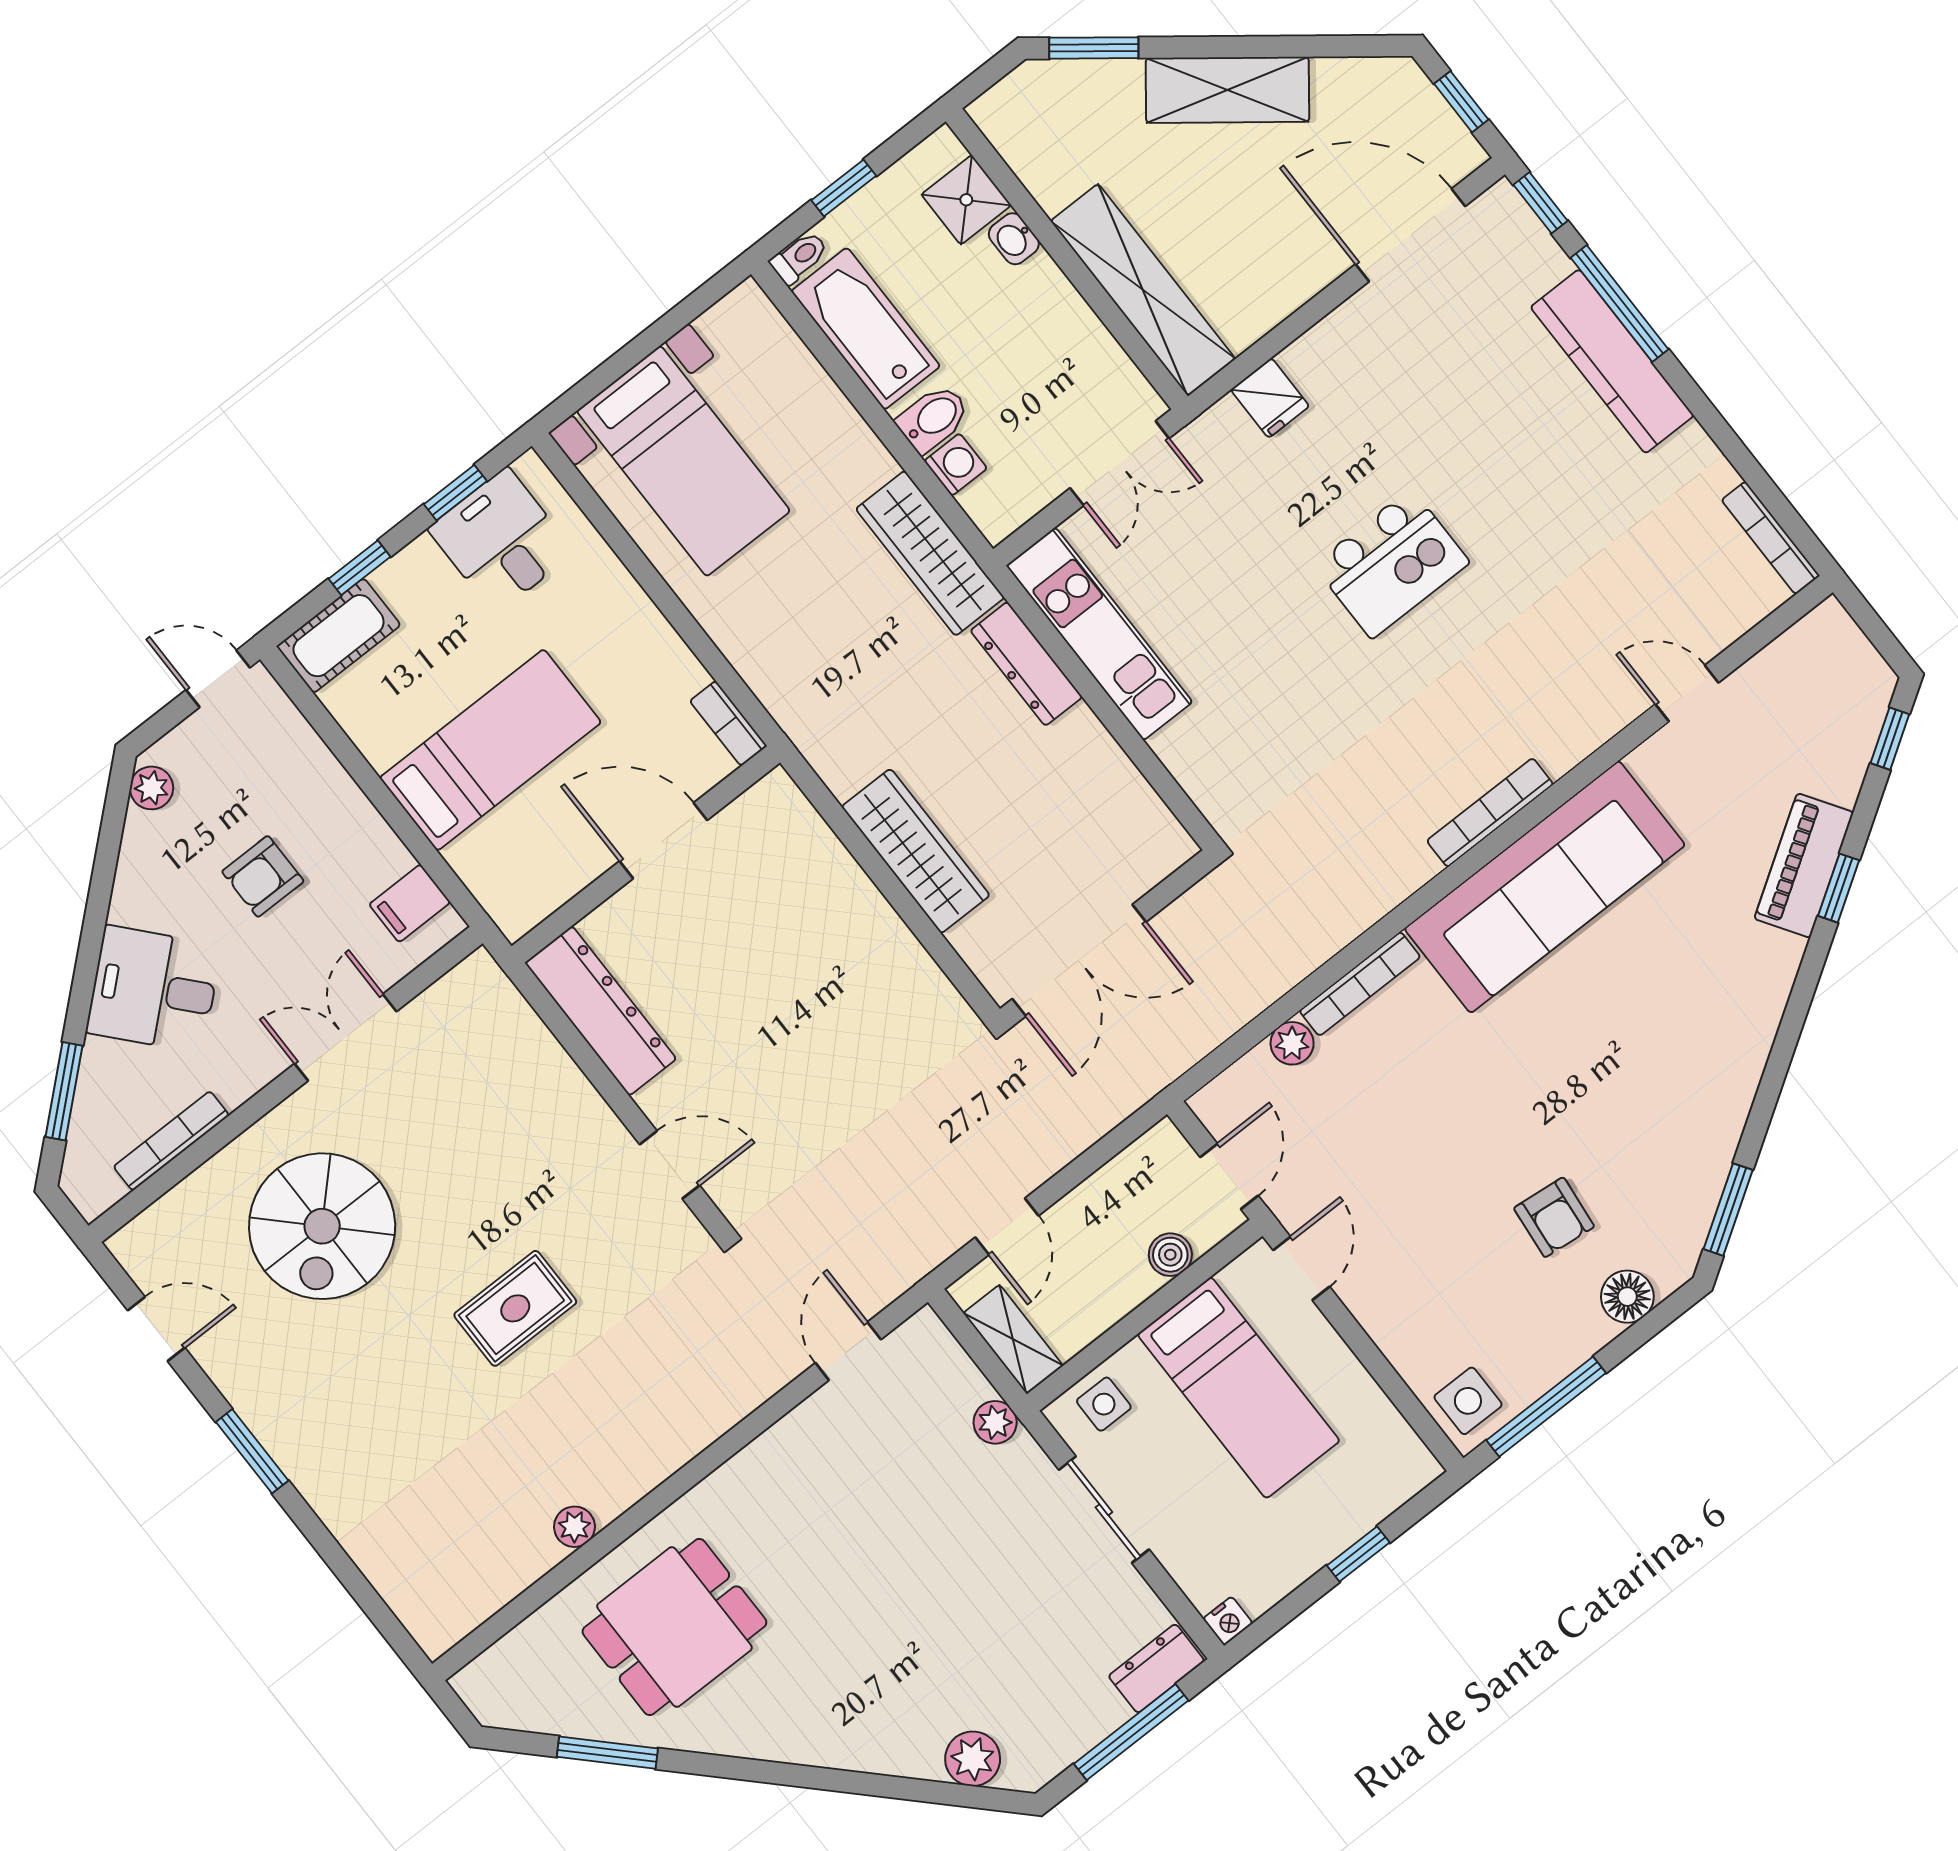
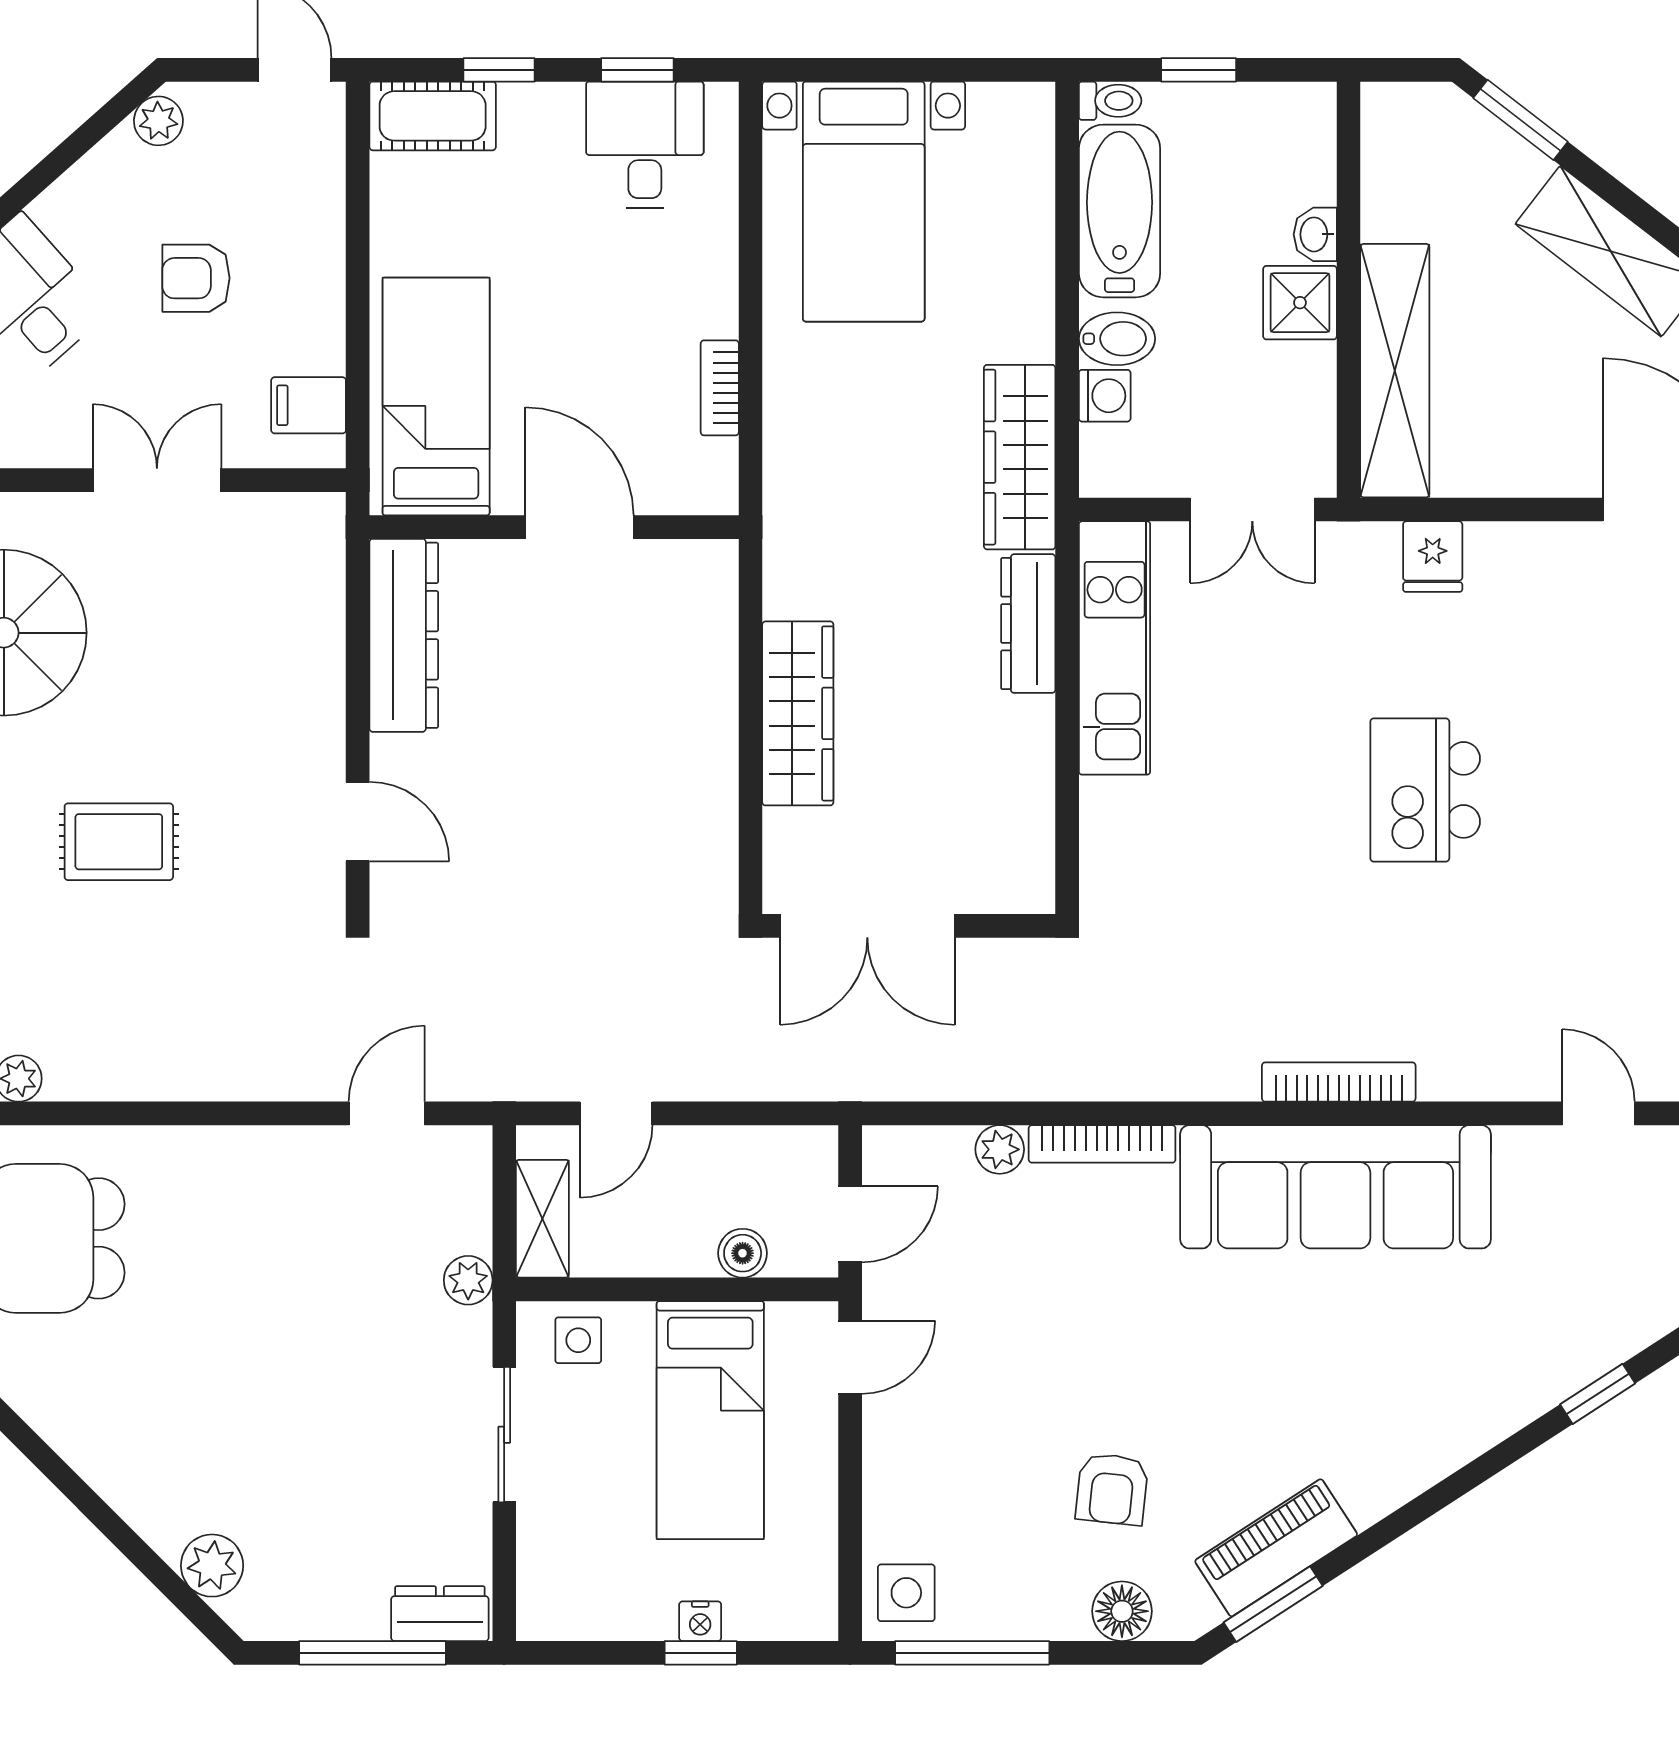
shower: (966, 200) -> (1300, 303), moved
kitchen island: (1391, 564) -> (1425, 790), turned 90
bookcase: (728, 723) -> (720, 388), moved
bed: (490, 750) -> (436, 396), moved, turned -90
piano: (1804, 866) -> (1276, 1548), moved
nightstand: (1228, 1621) -> (700, 1621), moved

